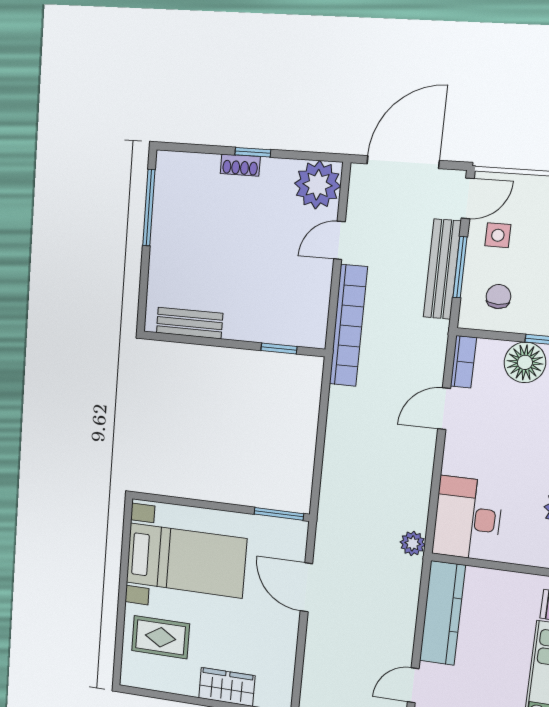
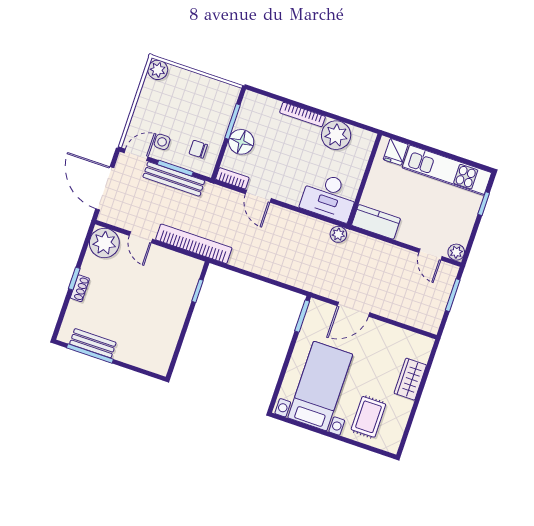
door: (468, 198) -> (136, 155), hinge flipped
bench: (189, 323) -> (93, 343), moved, turned 90
kitchen counter: (442, 613) -> (376, 222), width x0.67

